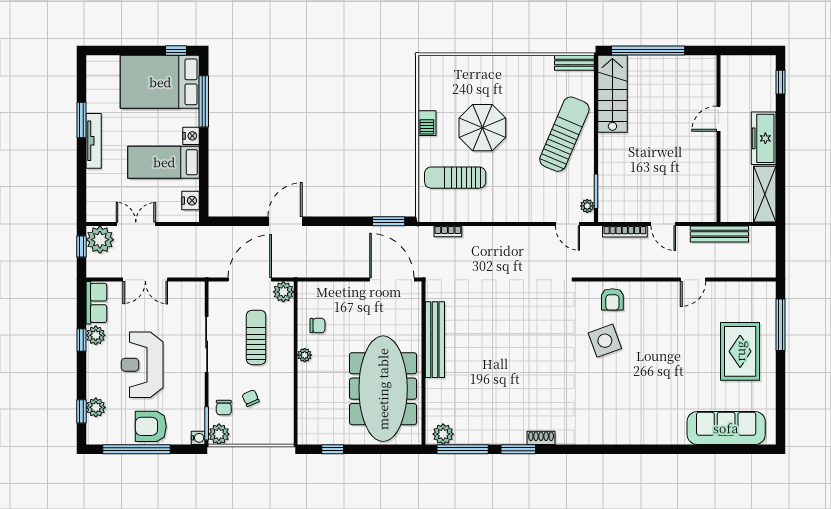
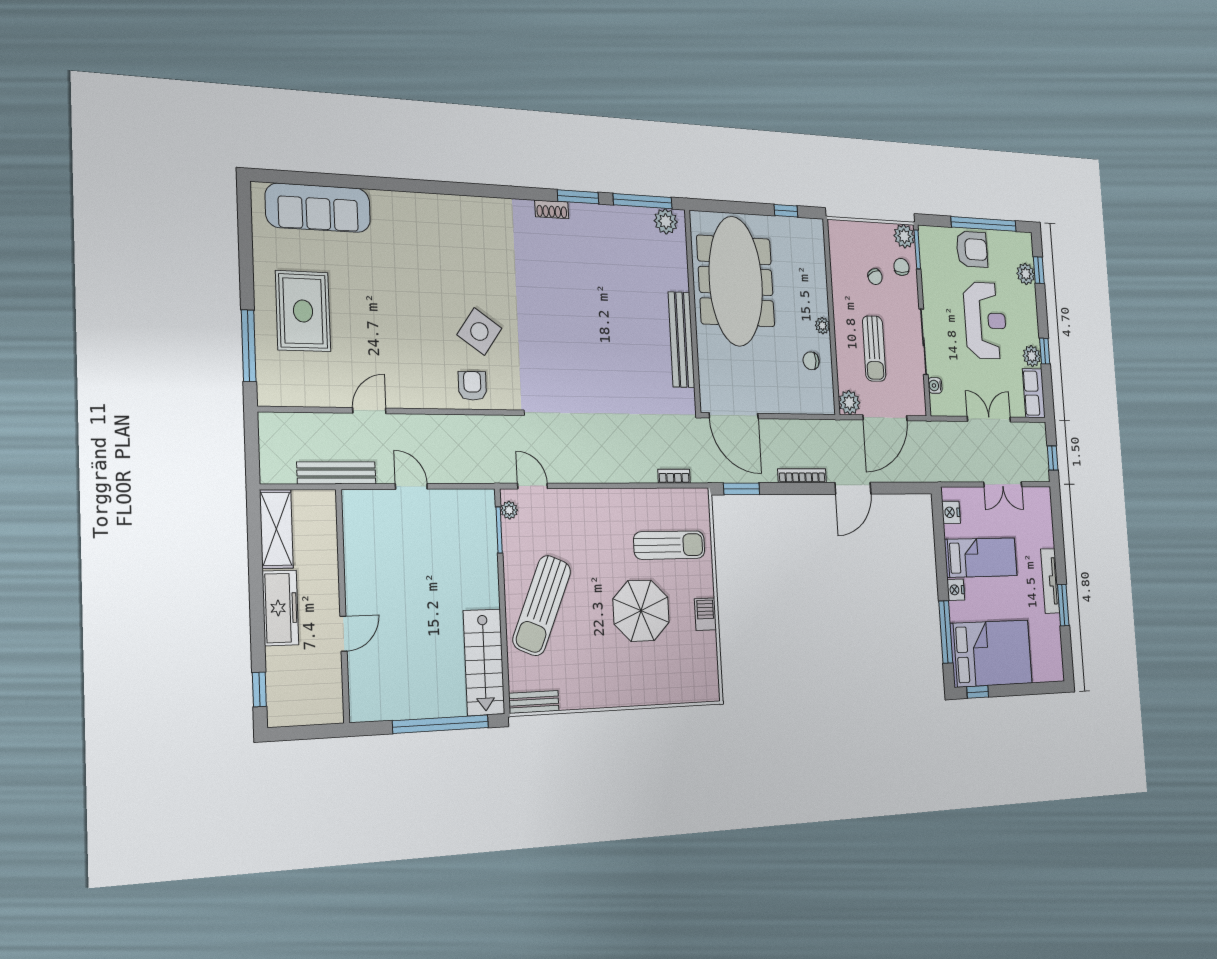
bookcase: (625, 232) -> (802, 476), moved
plant: (100, 240) -> (1036, 466), removed
side table: (605, 341) -> (479, 331), turned -35
water cooler: (198, 438) -> (935, 385), moved

